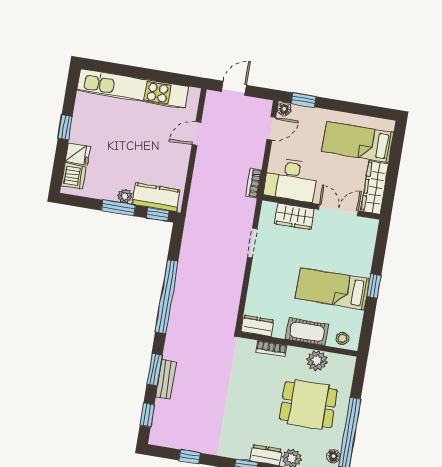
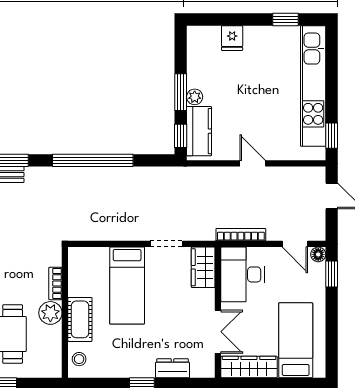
window: (180, 79) -> (332, 136), added
window: (65, 127) -> (285, 20), moved
door: (196, 133) -> (253, 163), moved
dishwasher: (74, 176) -> (207, 37), removed
bookcase: (254, 183) -> (241, 235), width x1.56
wardrobe: (295, 216) -> (203, 267), moved
bed: (332, 289) -> (127, 286), moved, turned 180
dresser: (257, 326) -> (173, 368), moved, turned -90
plant: (317, 361) -> (50, 313), moved

